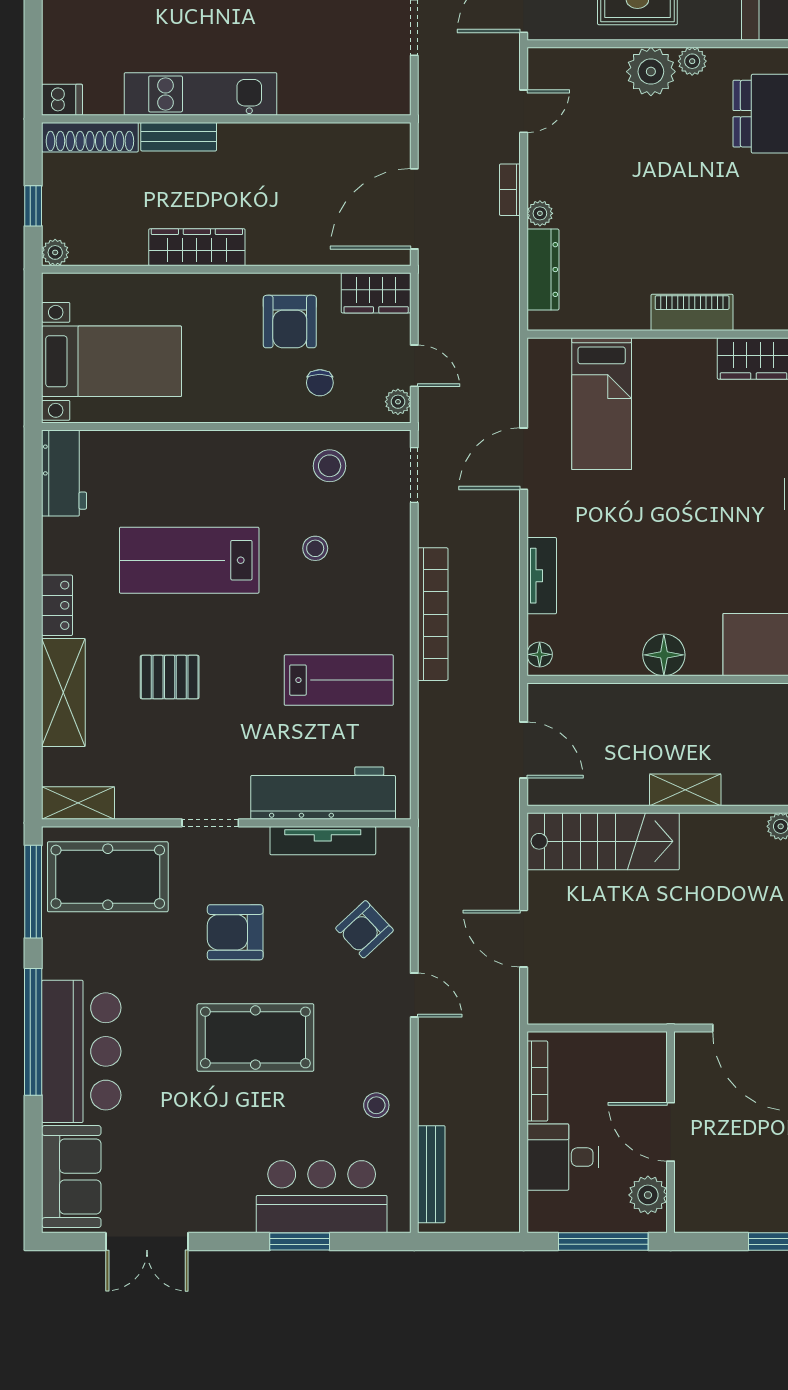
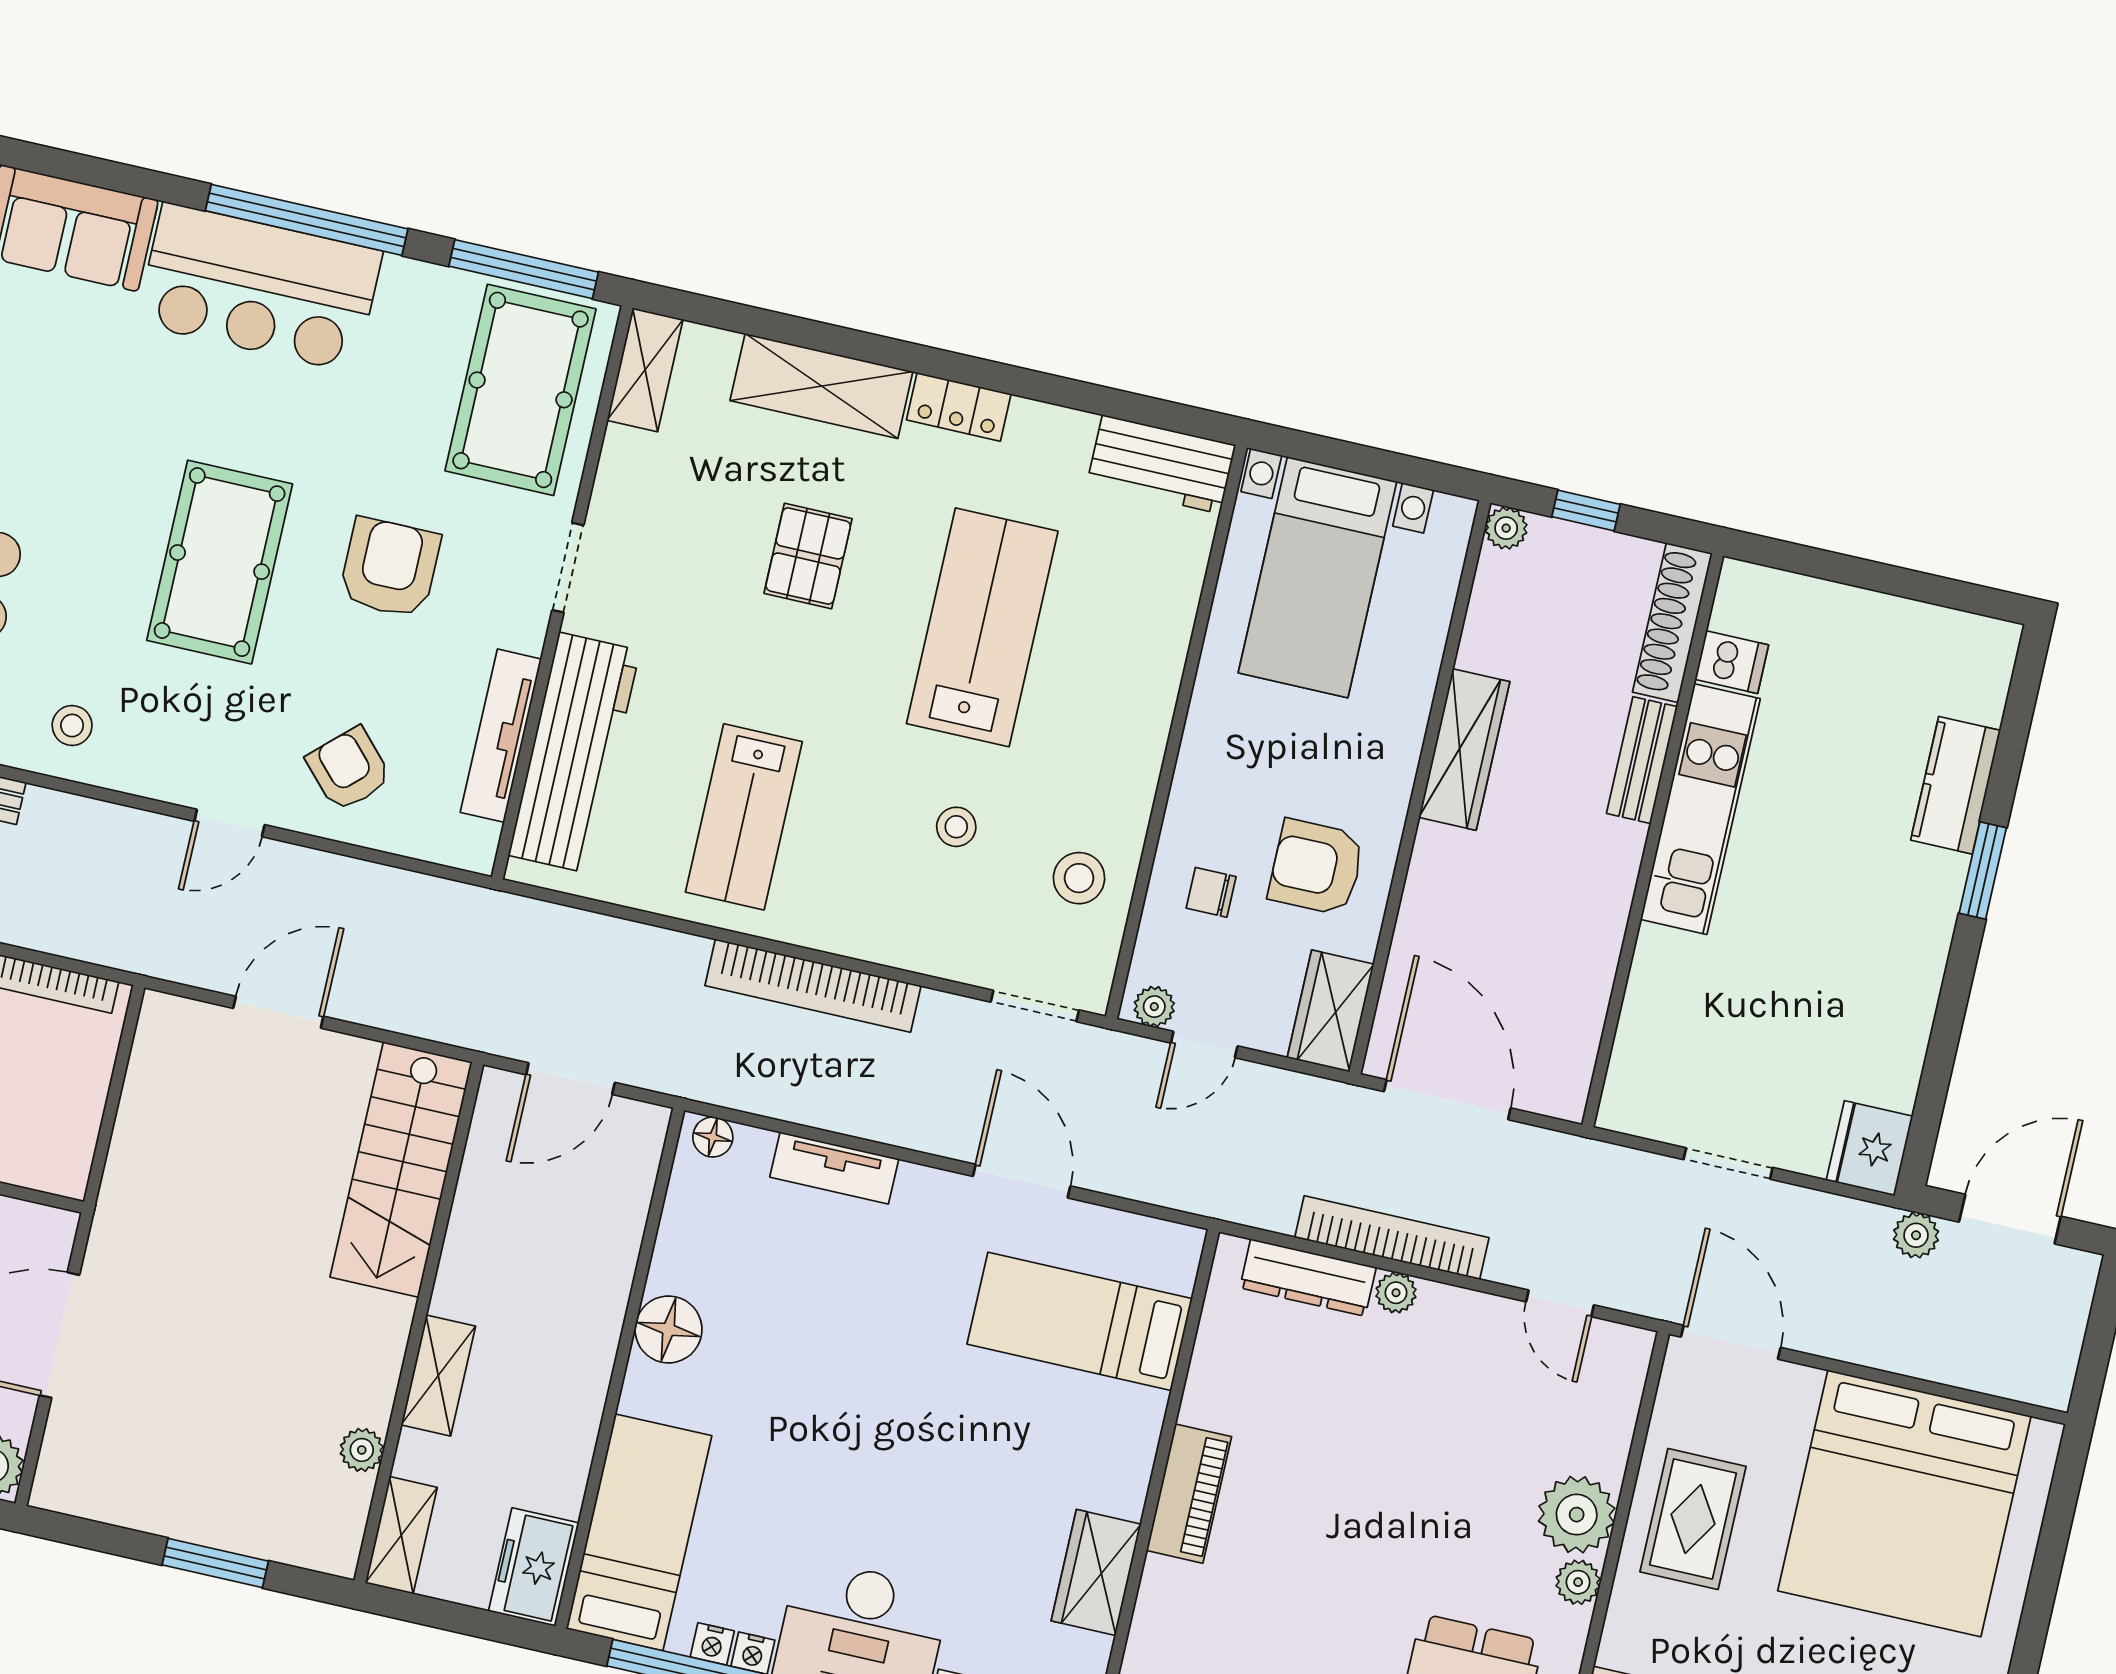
dishwasher: (62, 100) -> (1732, 662), moved, turned -90
bookcase: (510, 190) -> (1392, 1238), width x2.31, depth x1.31
shelving: (685, 790) -> (438, 1375), moved

